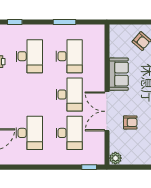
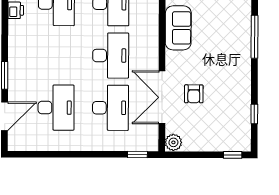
double door: (107, 111) -> (162, 97), moved
armchair: (130, 122) -> (194, 94), turned 90

